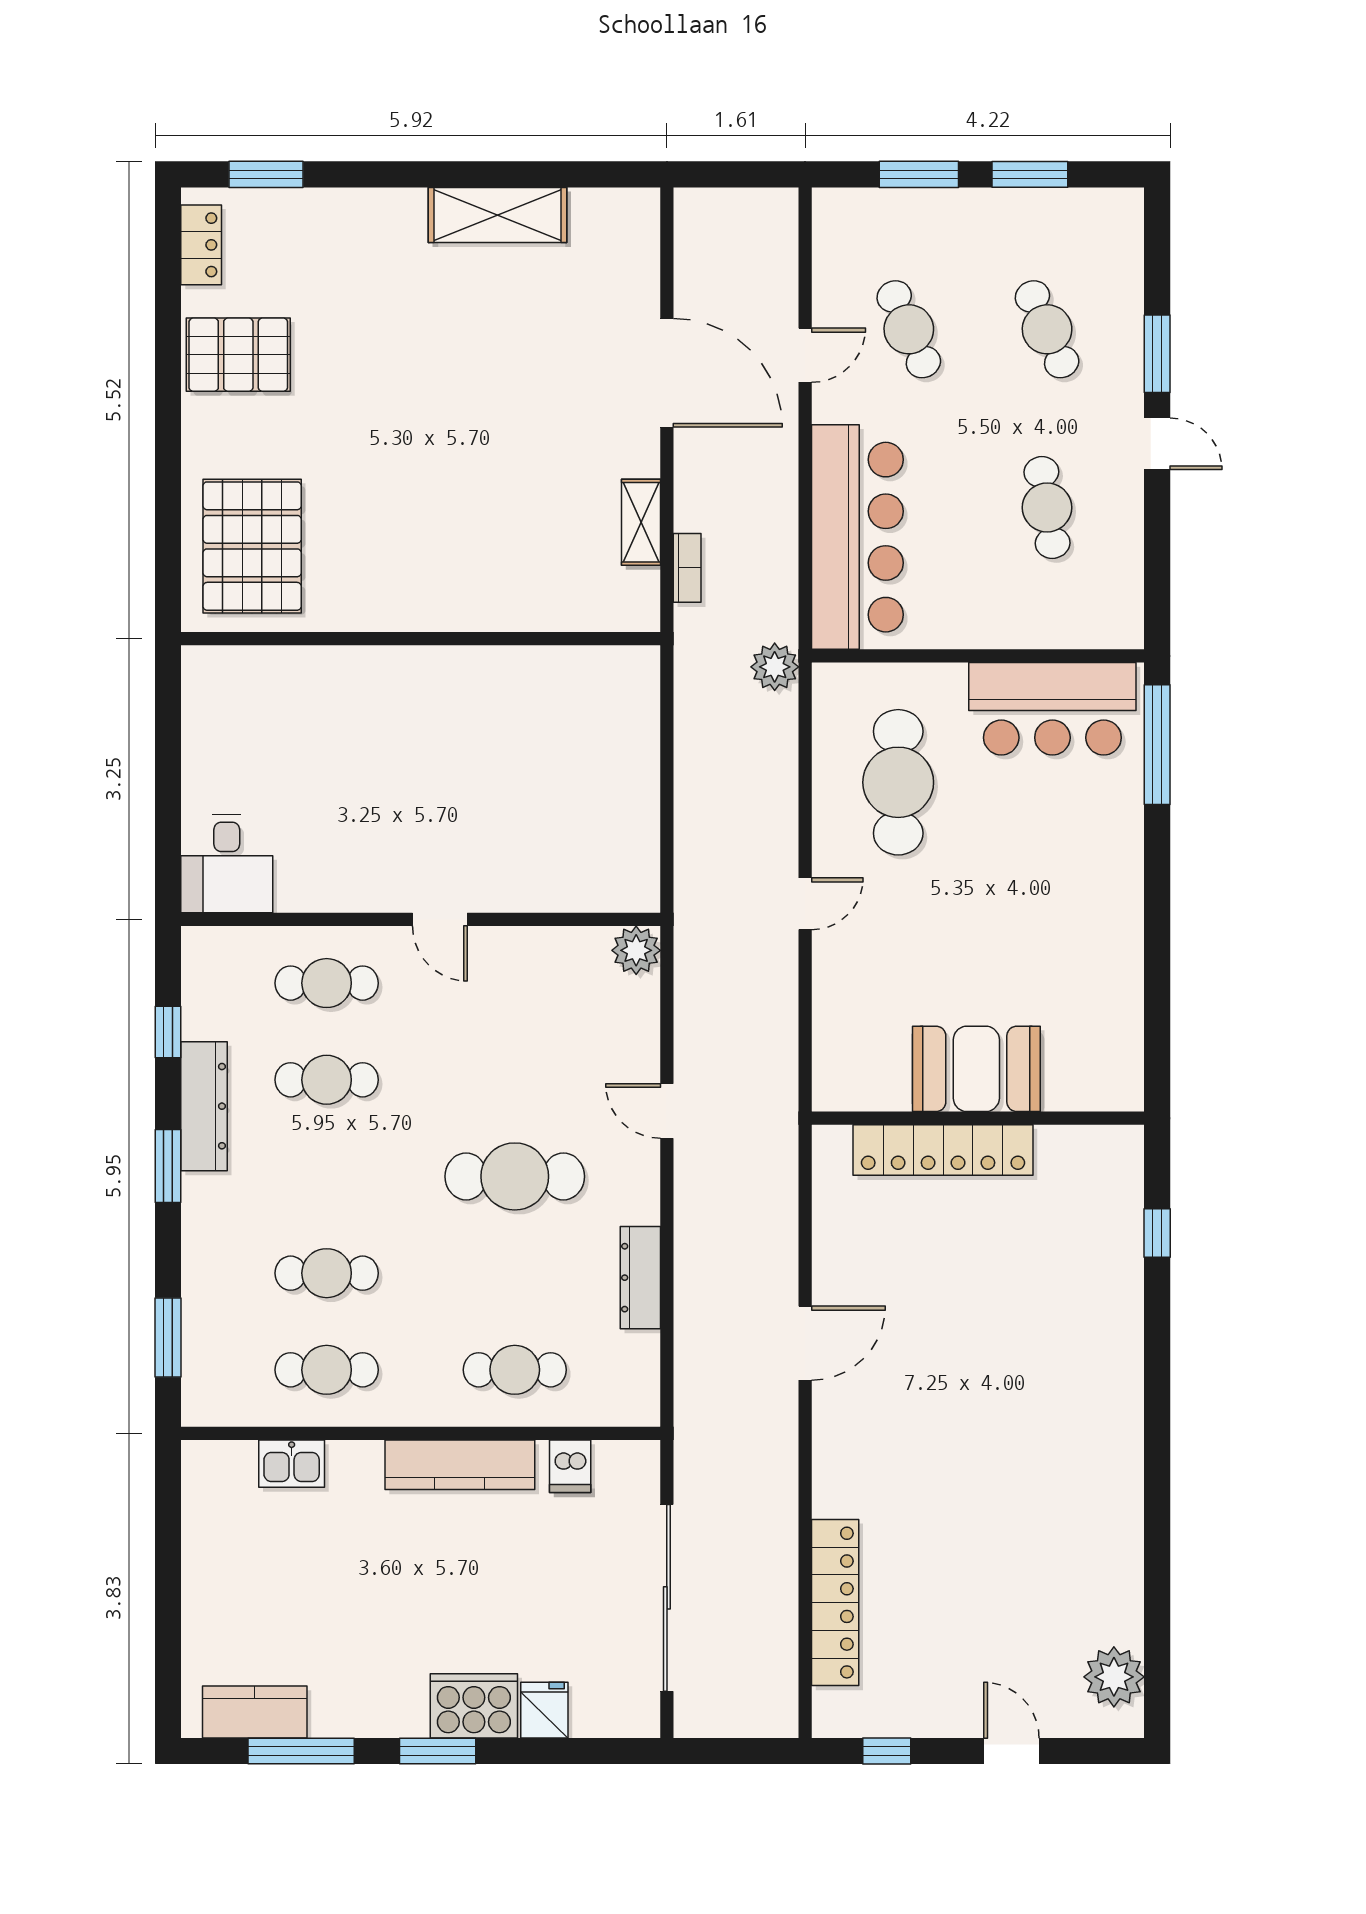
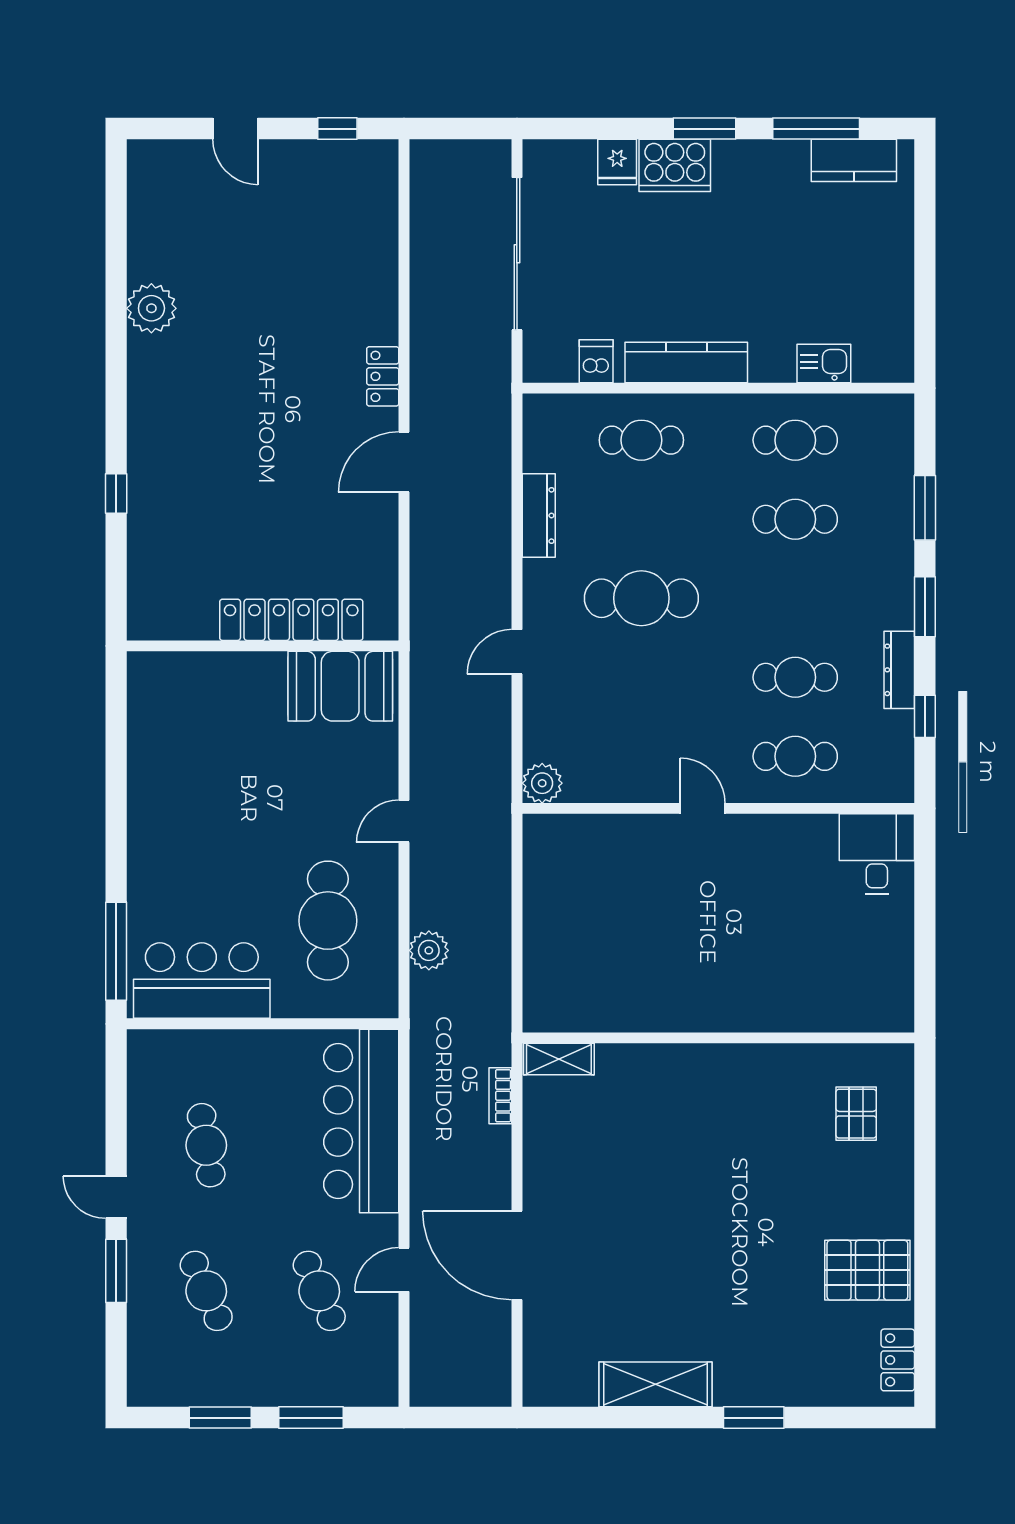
window: (266, 174) -> (754, 1418), moved
shelving: (641, 522) -> (559, 1059), moved, turned 90
pallet: (252, 546) -> (856, 1114), width x0.49, depth x0.50
plant: (775, 667) -> (429, 950), moved
booth: (976, 1069) -> (340, 686), moved
dresser: (204, 1106) -> (899, 670), width x0.73, depth x0.80
door: (667, 1111) -> (517, 652), swing flipped
window: (1157, 1233) -> (116, 494), moved
window: (168, 1337) -> (925, 508), moved
locker: (835, 1603) -> (383, 376), moved, width x0.46, depth x0.83
plant: (1114, 1677) -> (151, 308), moved

